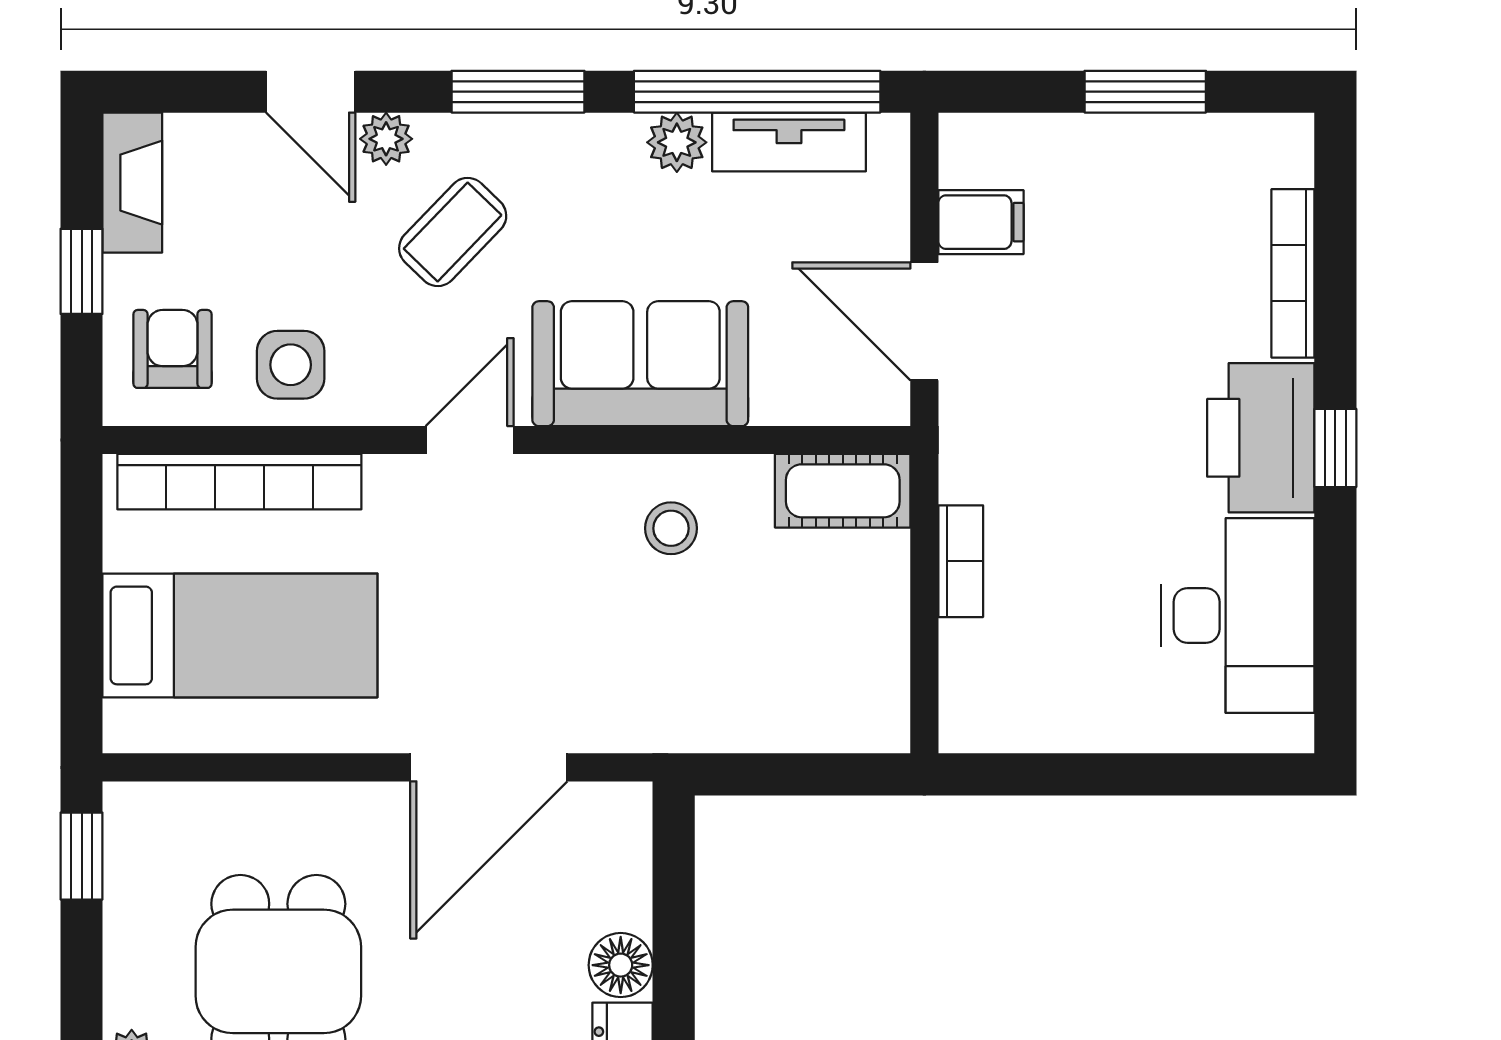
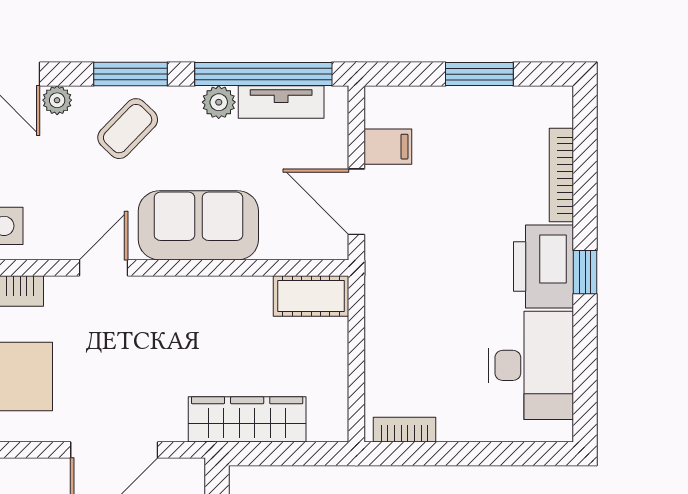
coffee table: (453, 232) -> (128, 129), moved
stool: (671, 528) -> (216, 317), removed
bookcase: (961, 561) -> (404, 430), moved, turned -90
wardrobe: (728, 713) -> (247, 419), added

